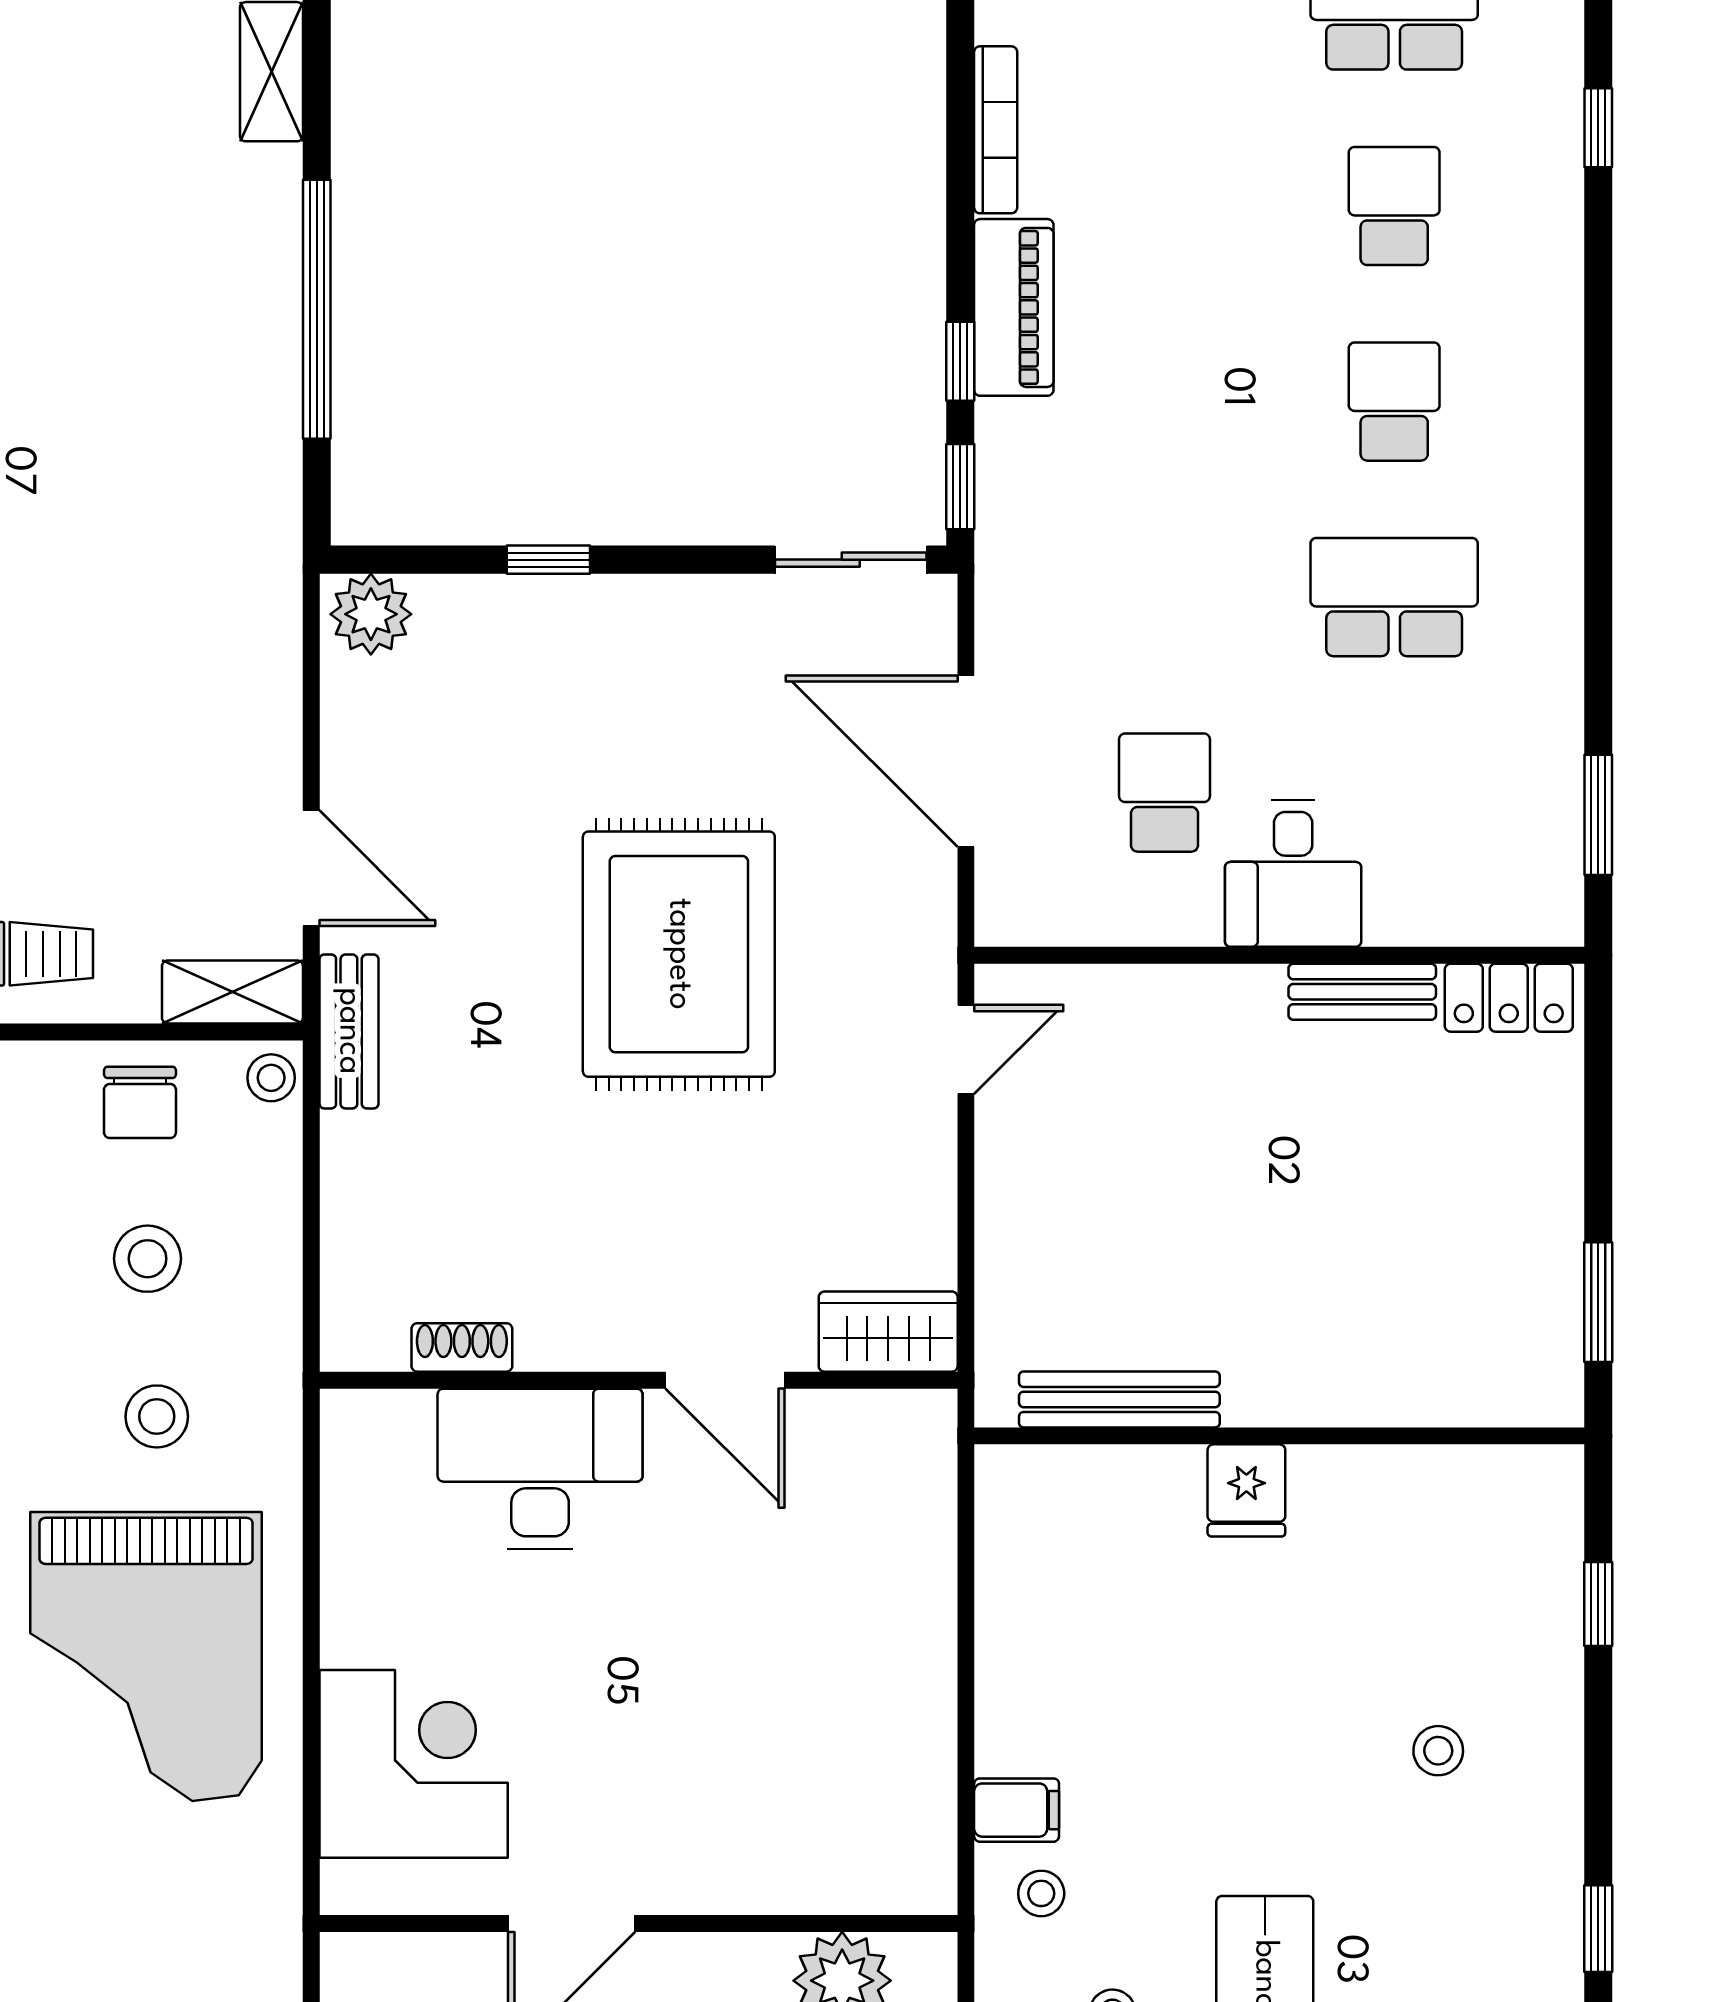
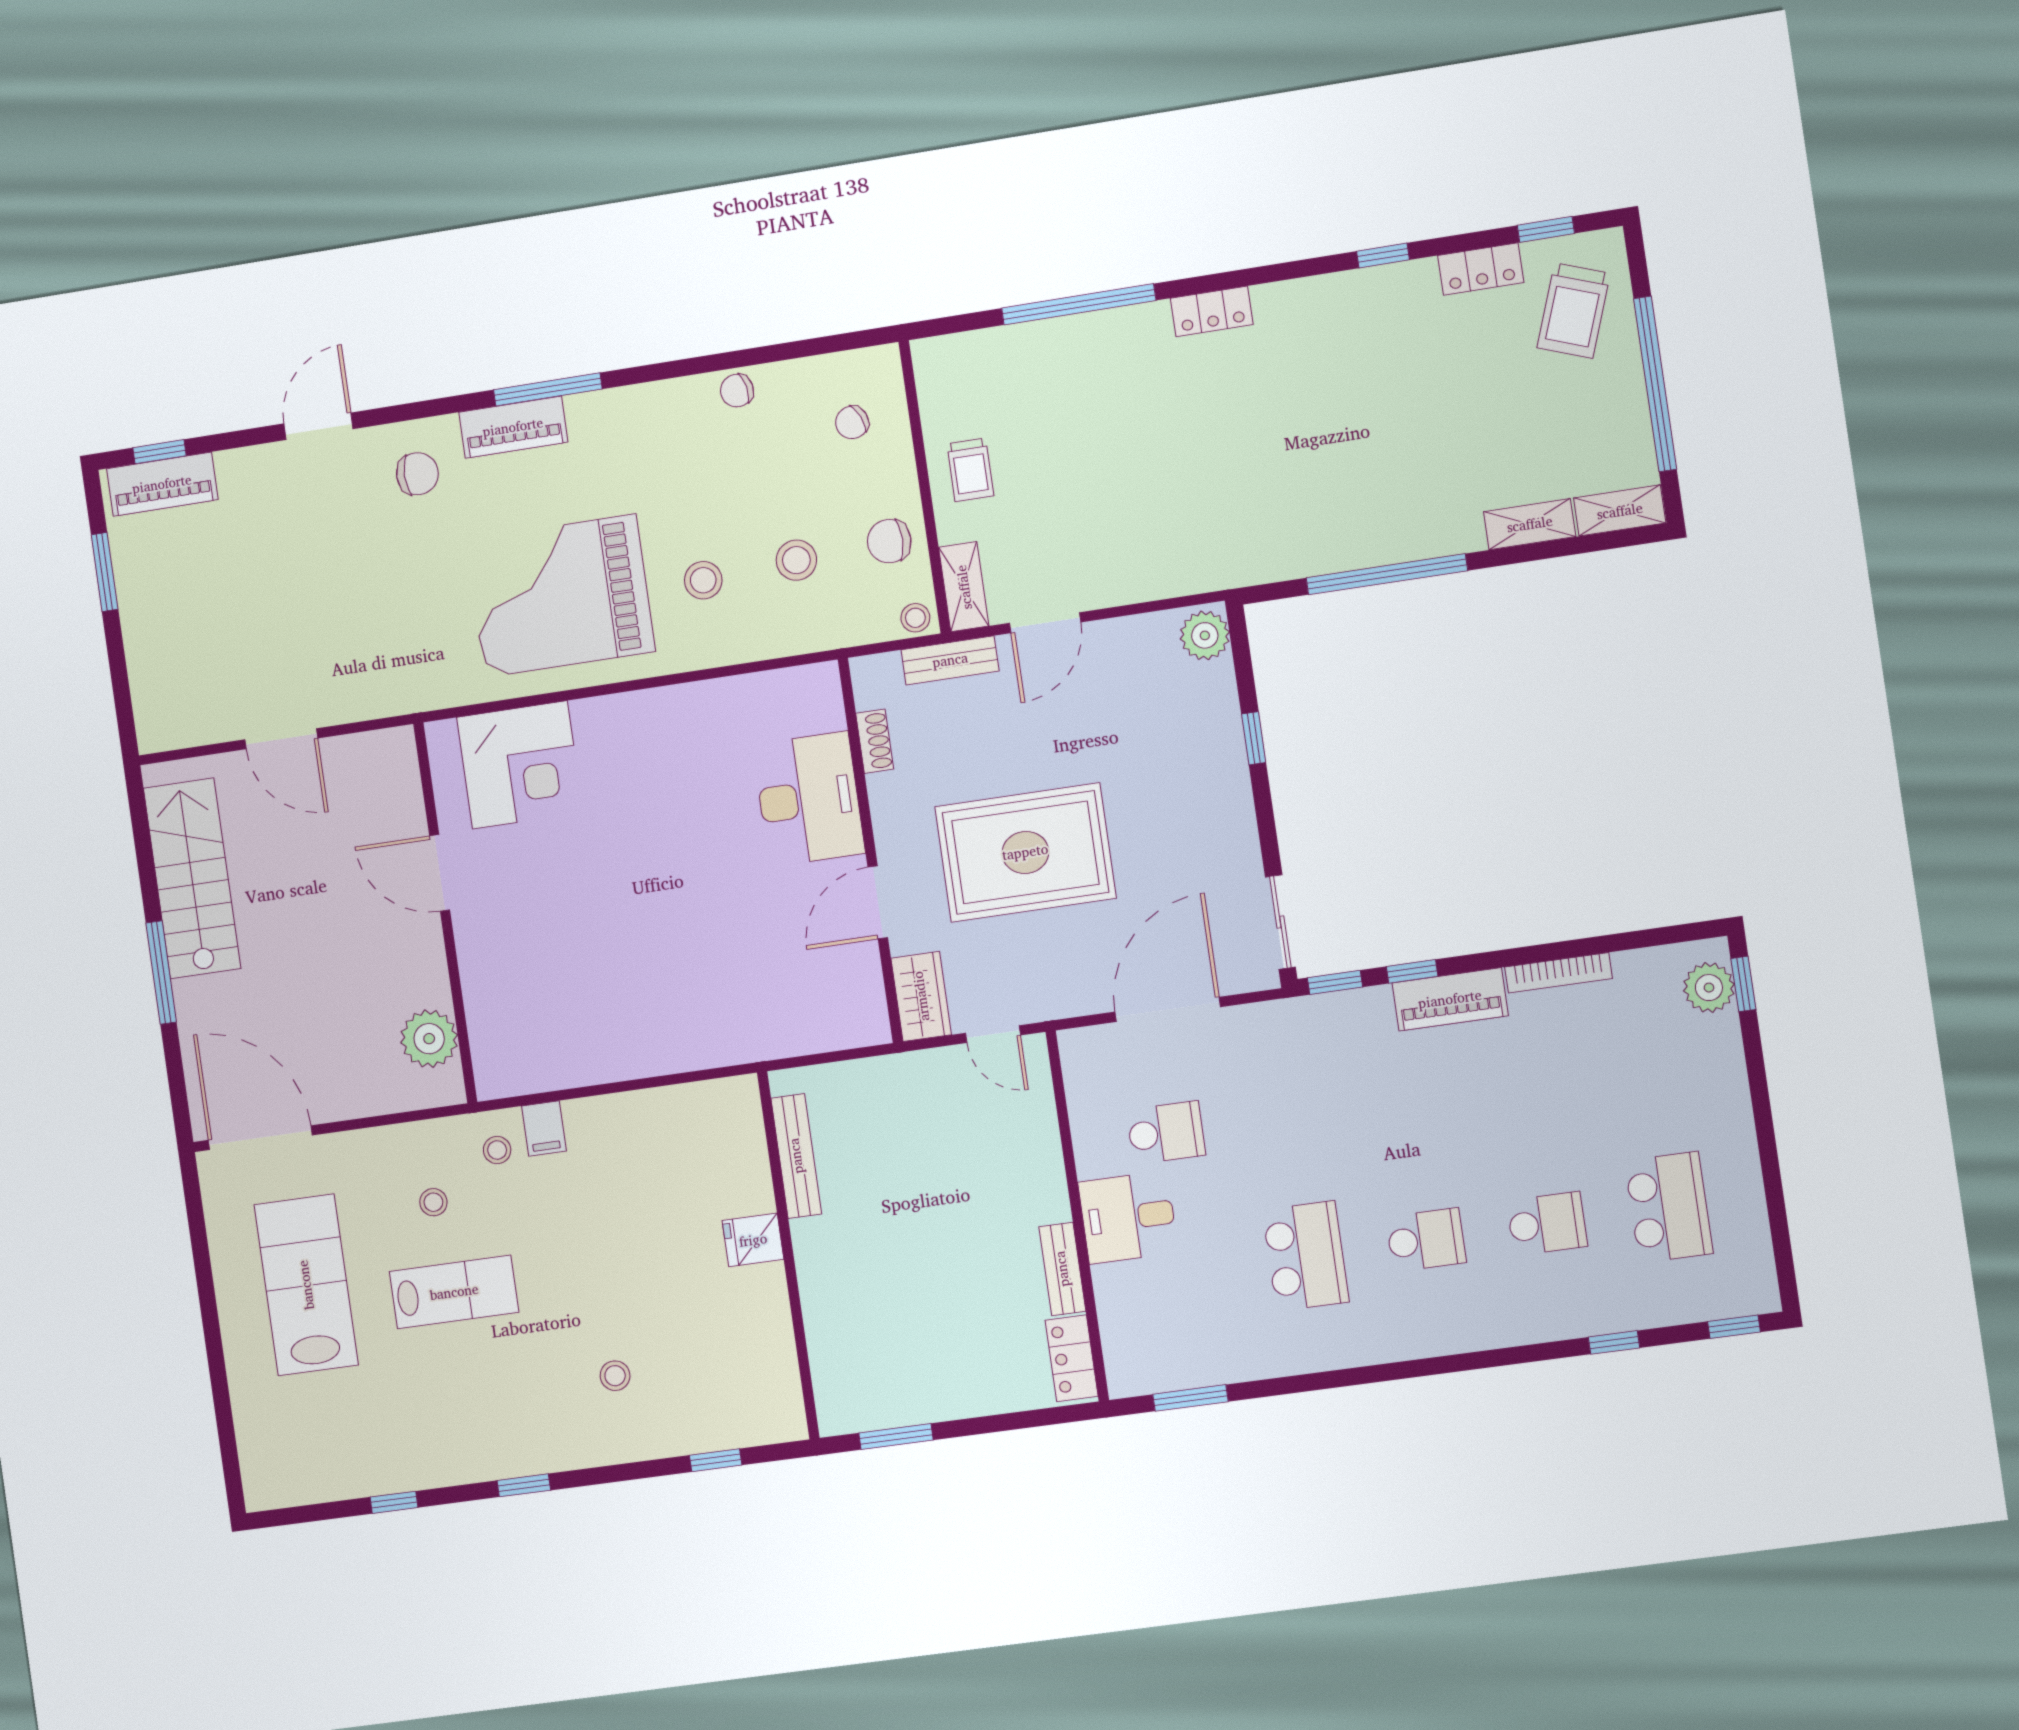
wardrobe: (888, 1332) -> (921, 996), moved
shoe rack: (462, 1347) -> (875, 741), moved
wall: (639, 1380) -> (870, 850), moved
door: (725, 1380) -> (878, 902), moved
desk: (540, 1469) -> (809, 799), moved

